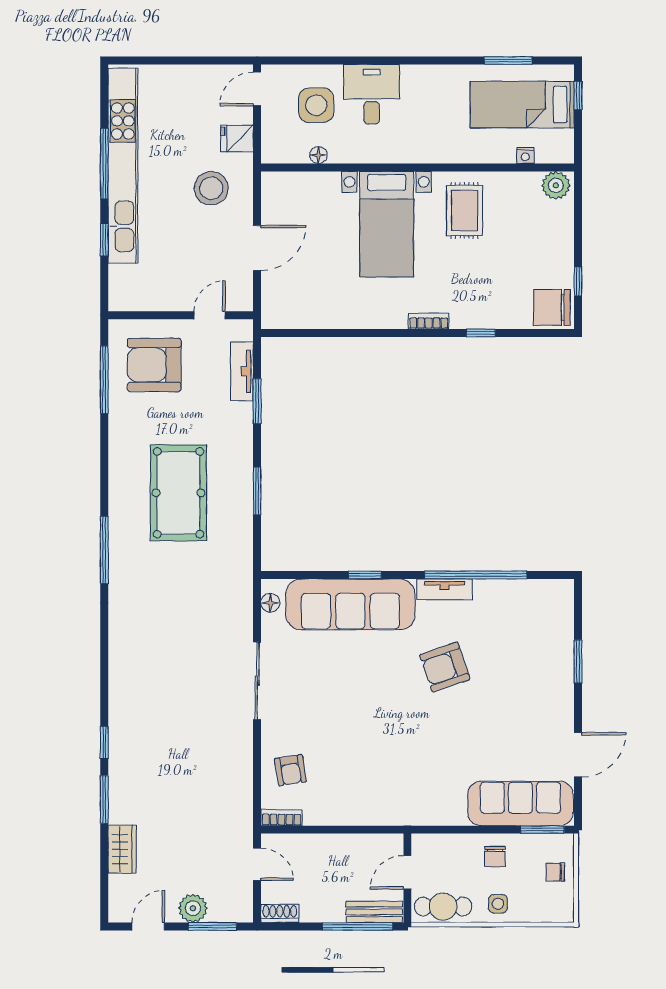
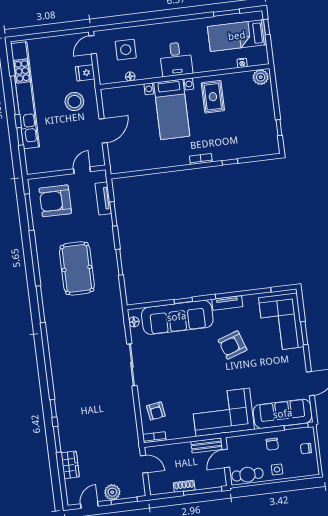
desk: (372, 94) -> (176, 59), moved, turned 180
chair: (552, 307) -> (267, 143), removed
corner sofa: (538, 636) -> (281, 322), added
corner sofa: (412, 787) -> (223, 412), added
bench: (374, 912) -> (207, 445), moved
shoe rack: (280, 913) -> (184, 486), moved

